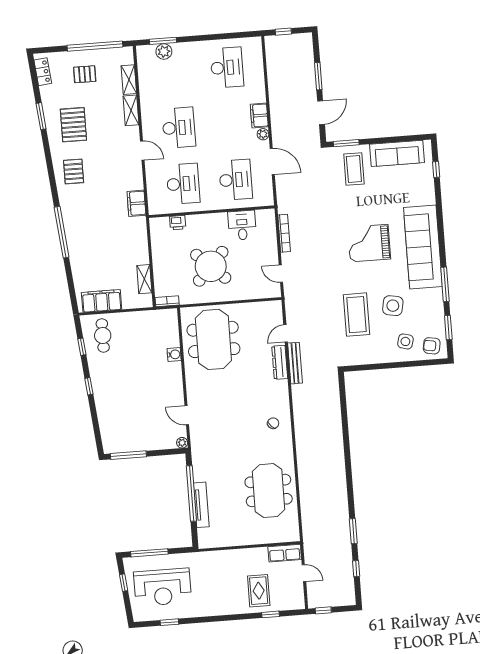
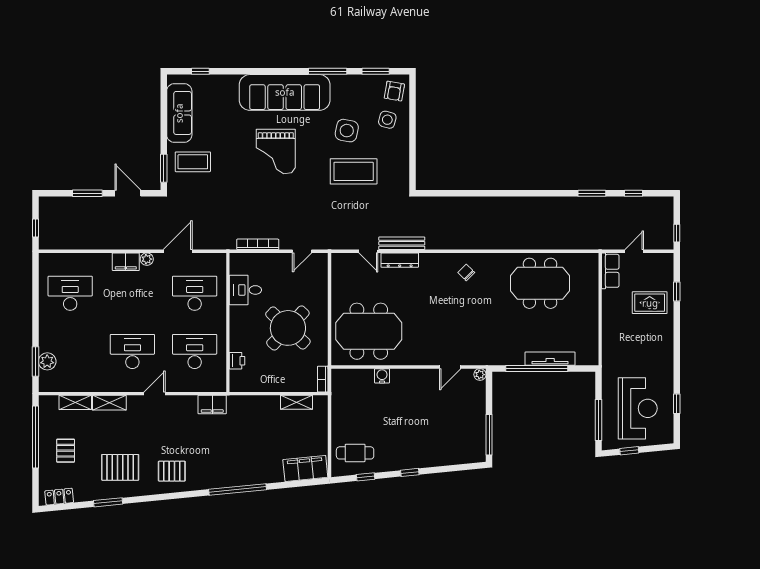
filing cabinet: (102, 301) -> (305, 468), moved, turned 84

